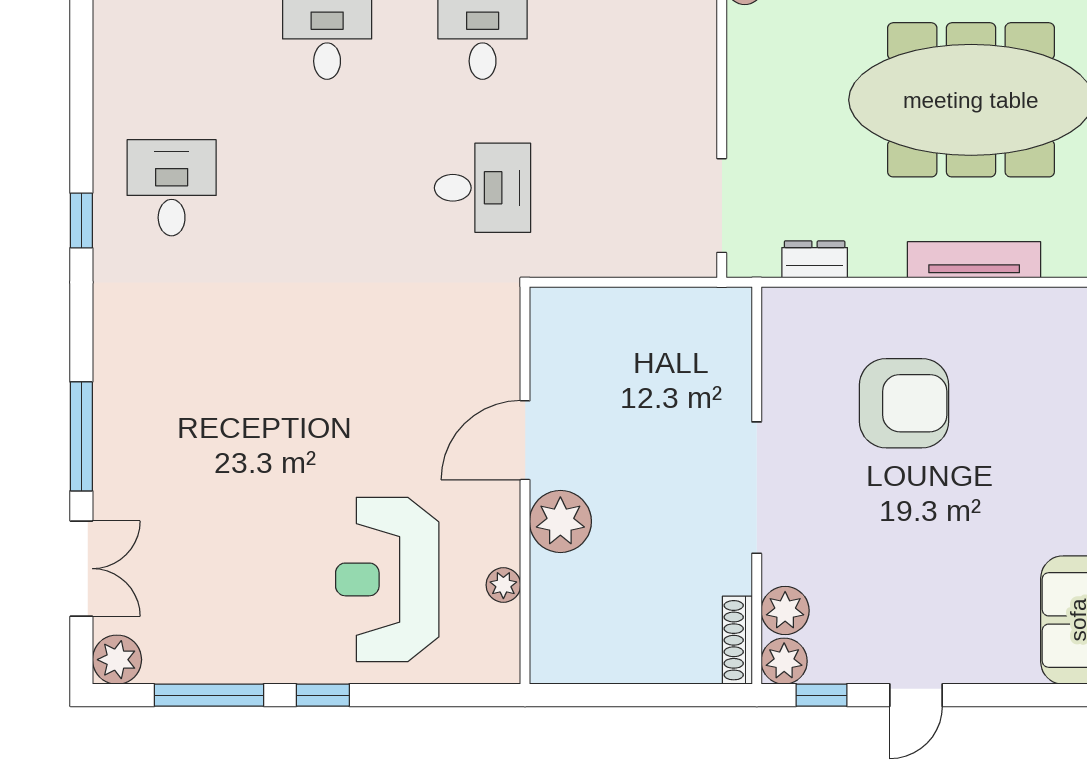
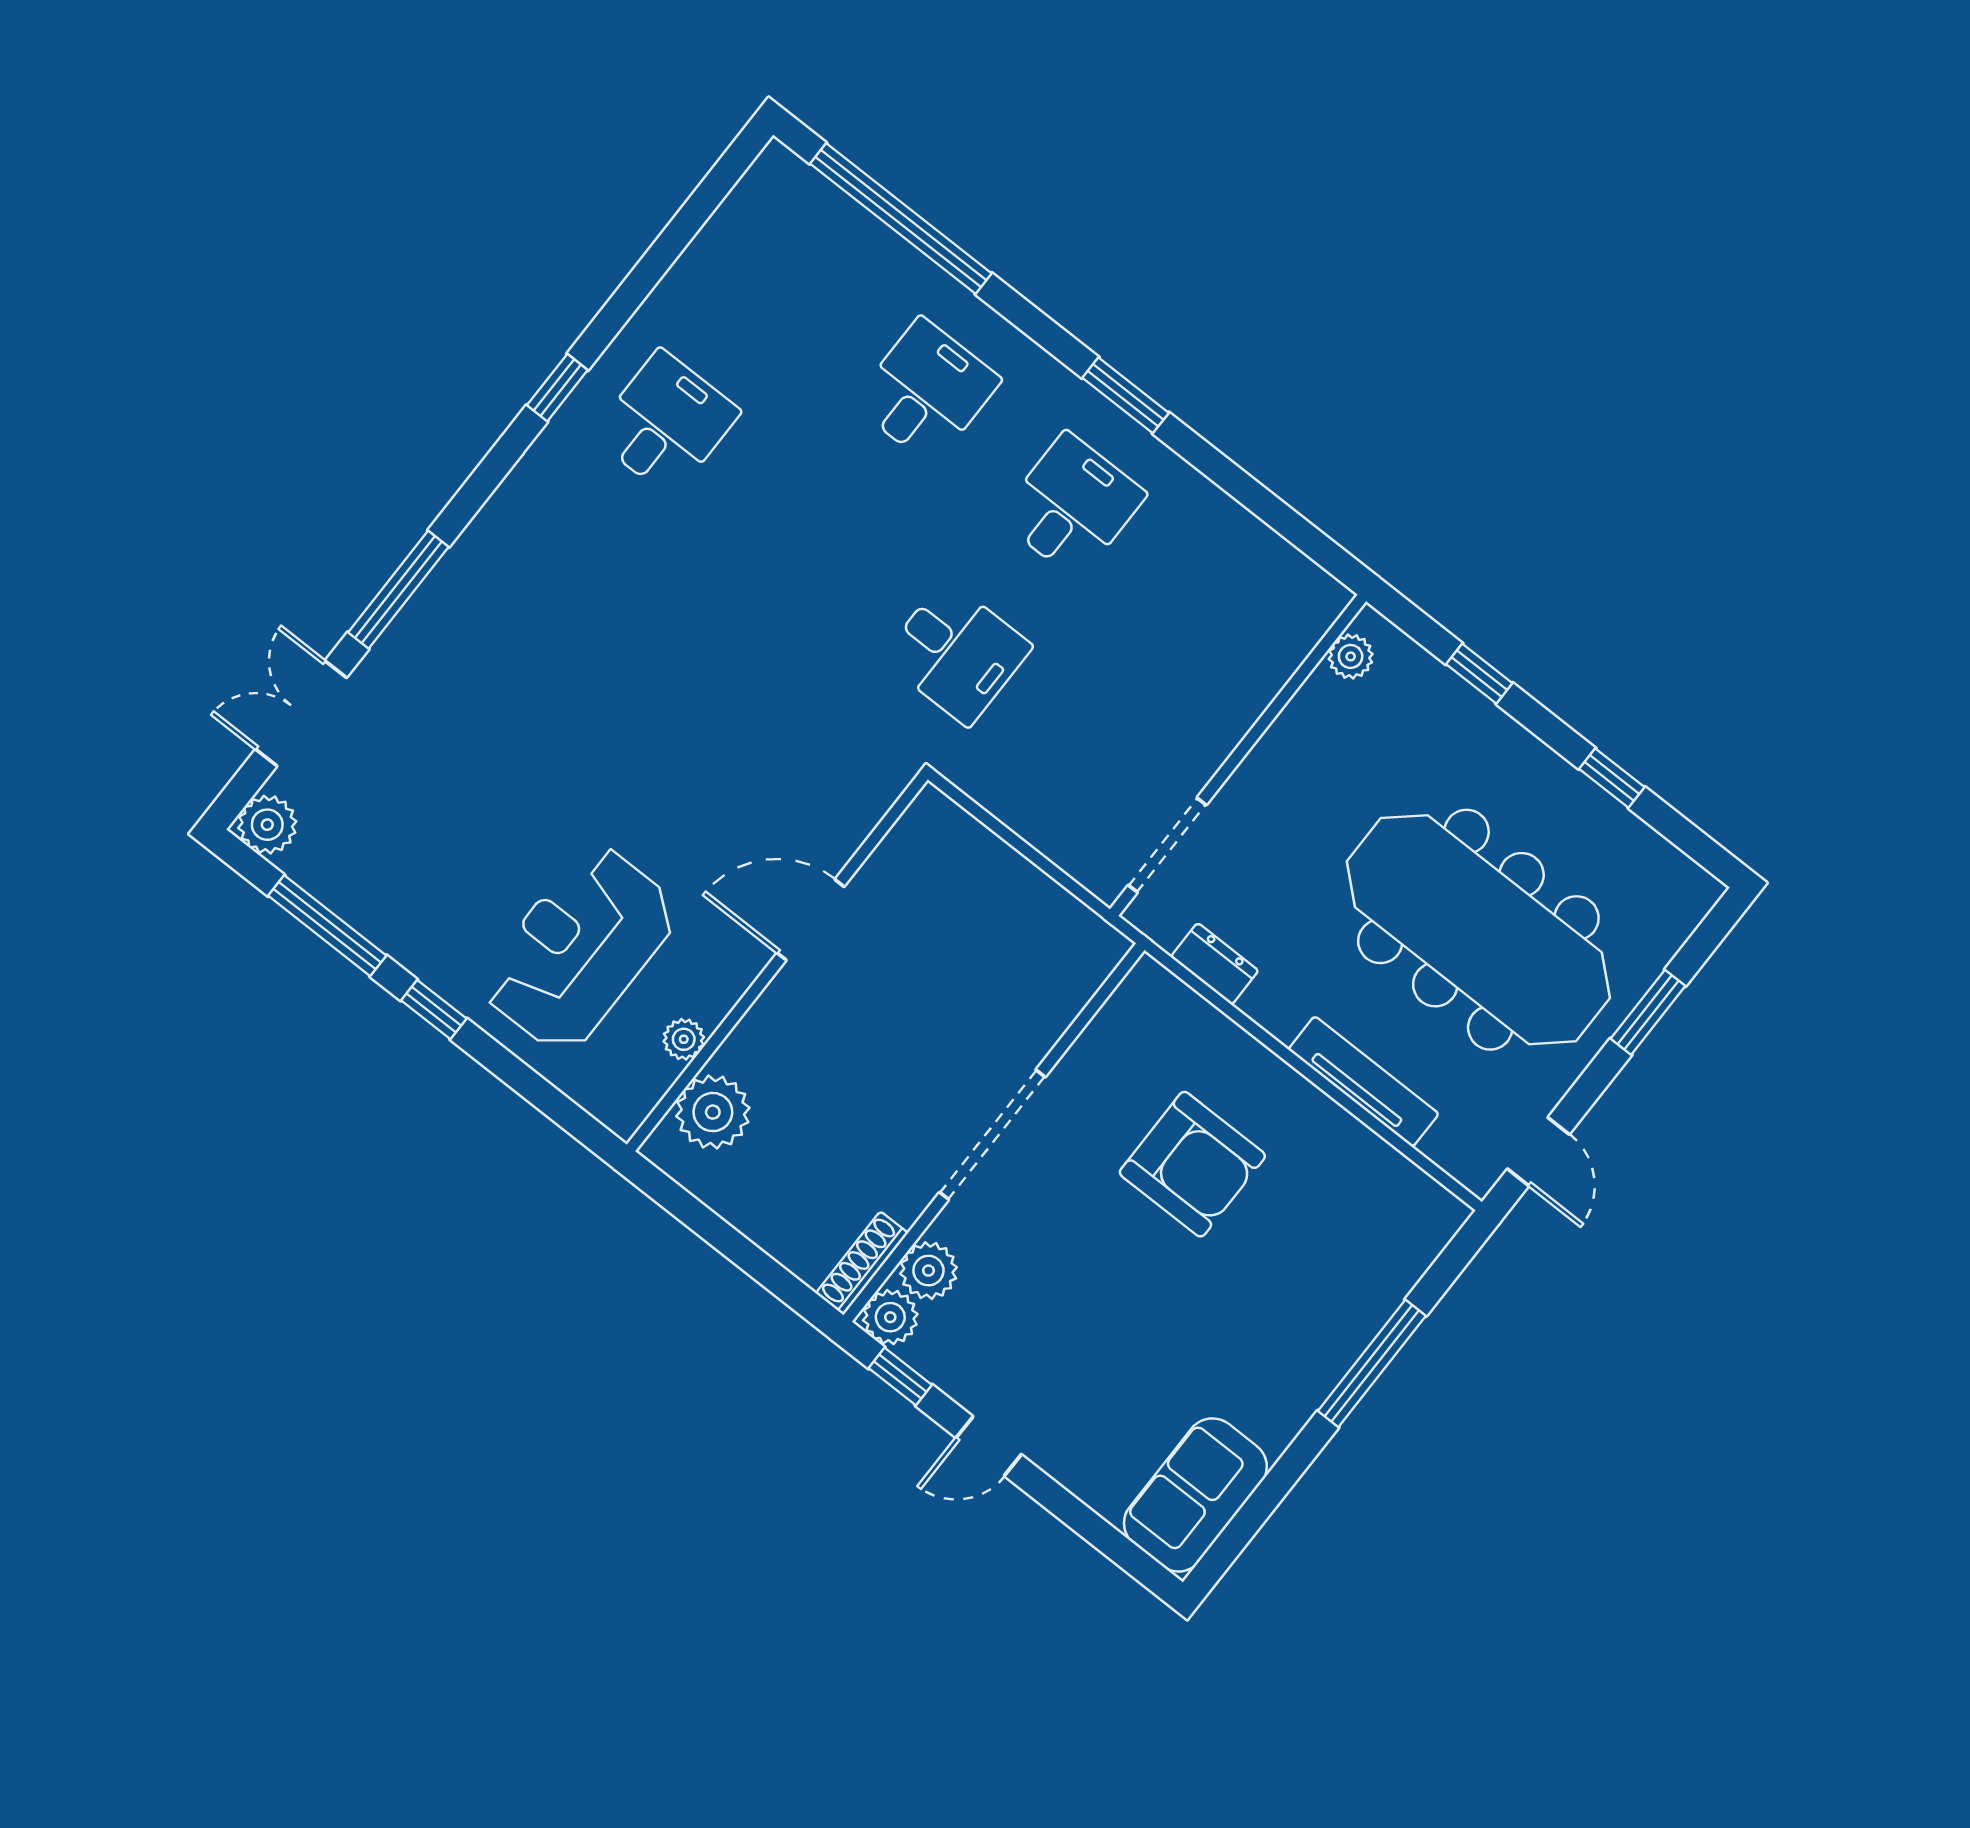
plant: (560, 521) -> (713, 1112), moved
double door: (81, 569) -> (301, 713), swing flipped

